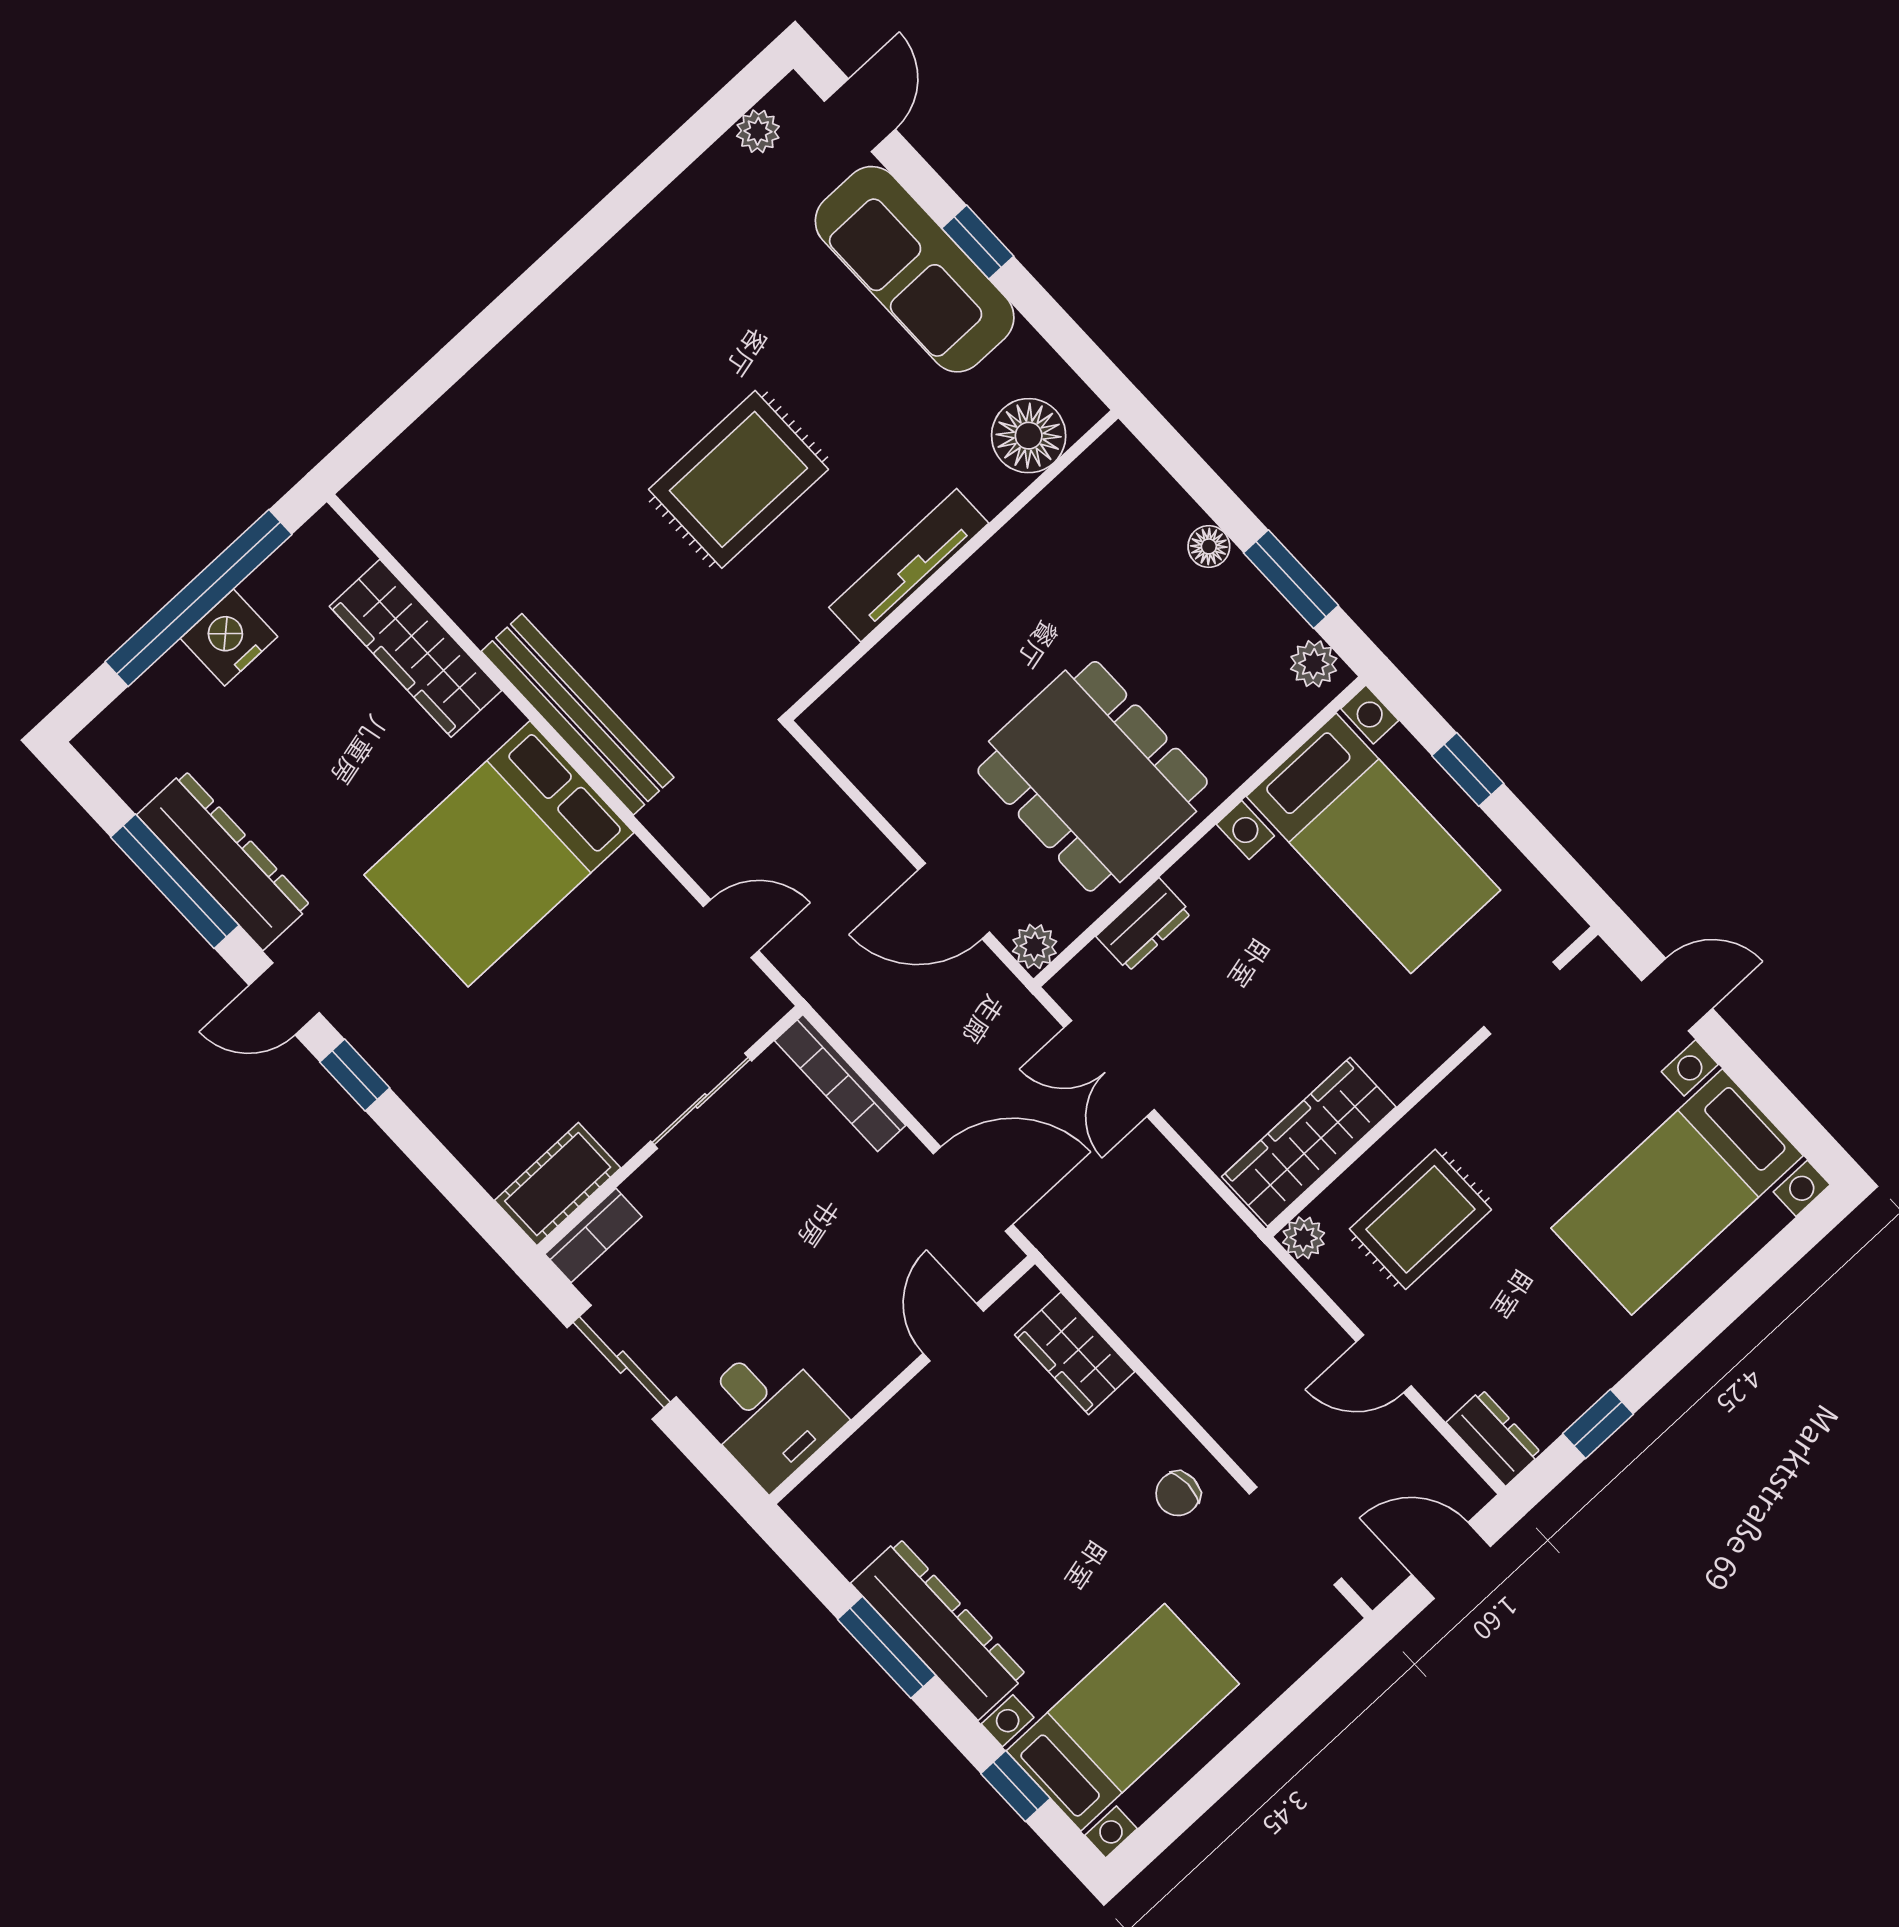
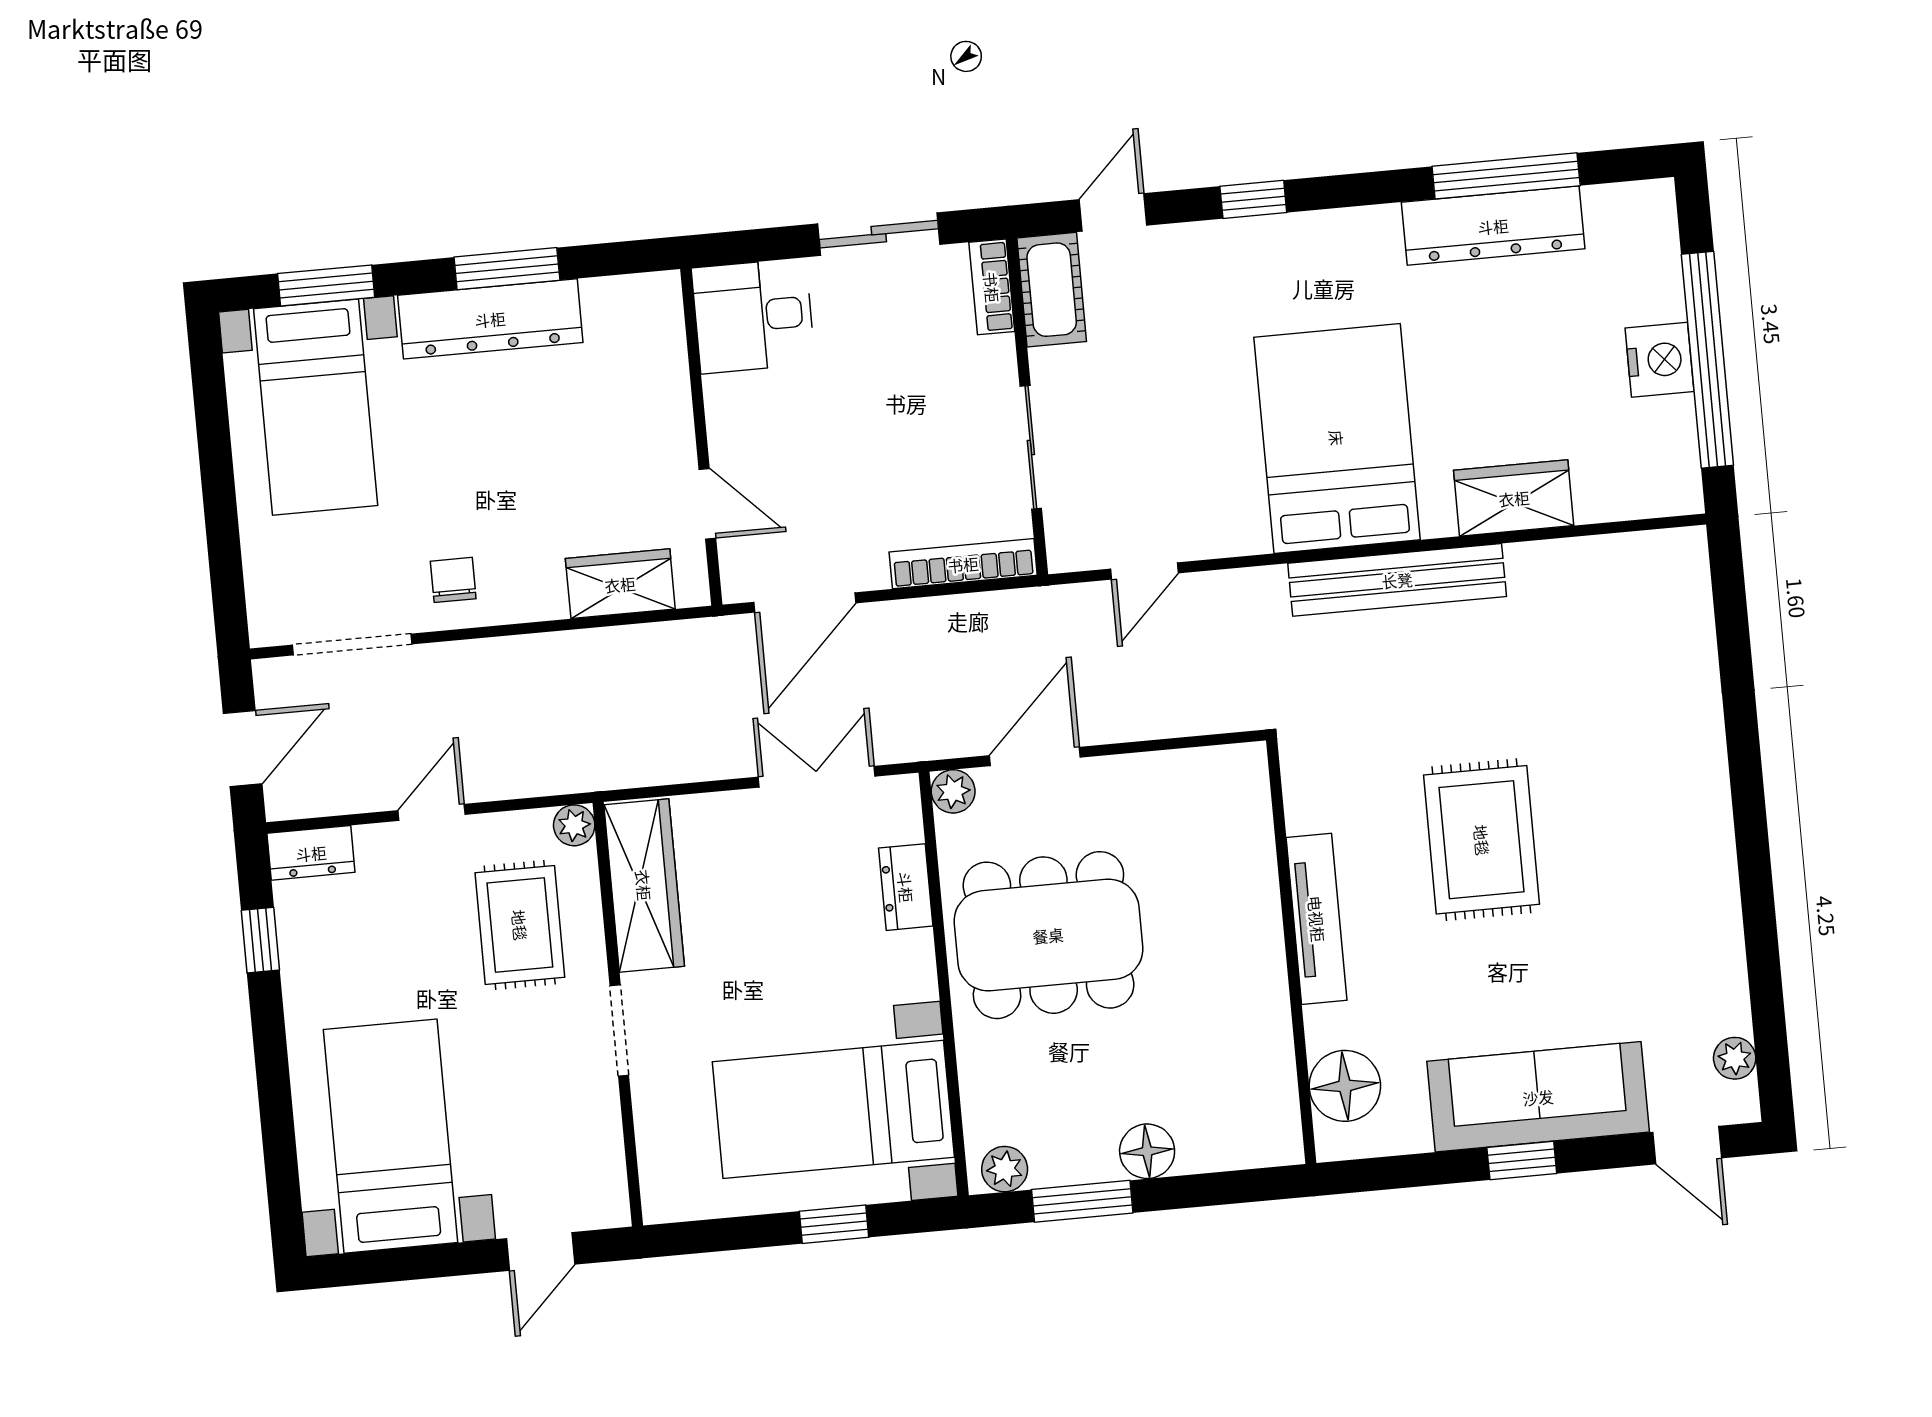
floor lamp: (1209, 546) -> (1147, 1151), width x1.37, depth x1.37
wardrobe: (415, 648) -> (1514, 498), width x0.67
doorway: (1522, 998) -> (619, 1030), moved
door: (284, 999) -> (1113, 212), moved
window: (1016, 1786) -> (326, 285), width x1.50

